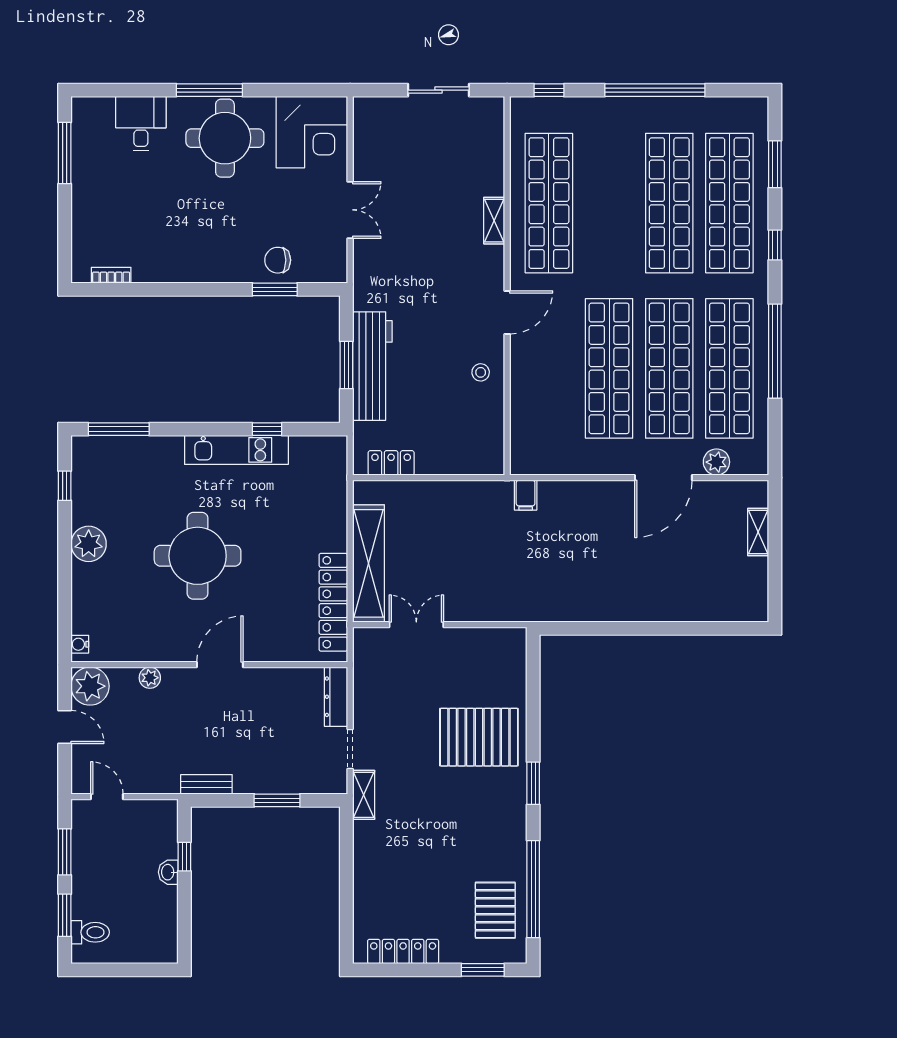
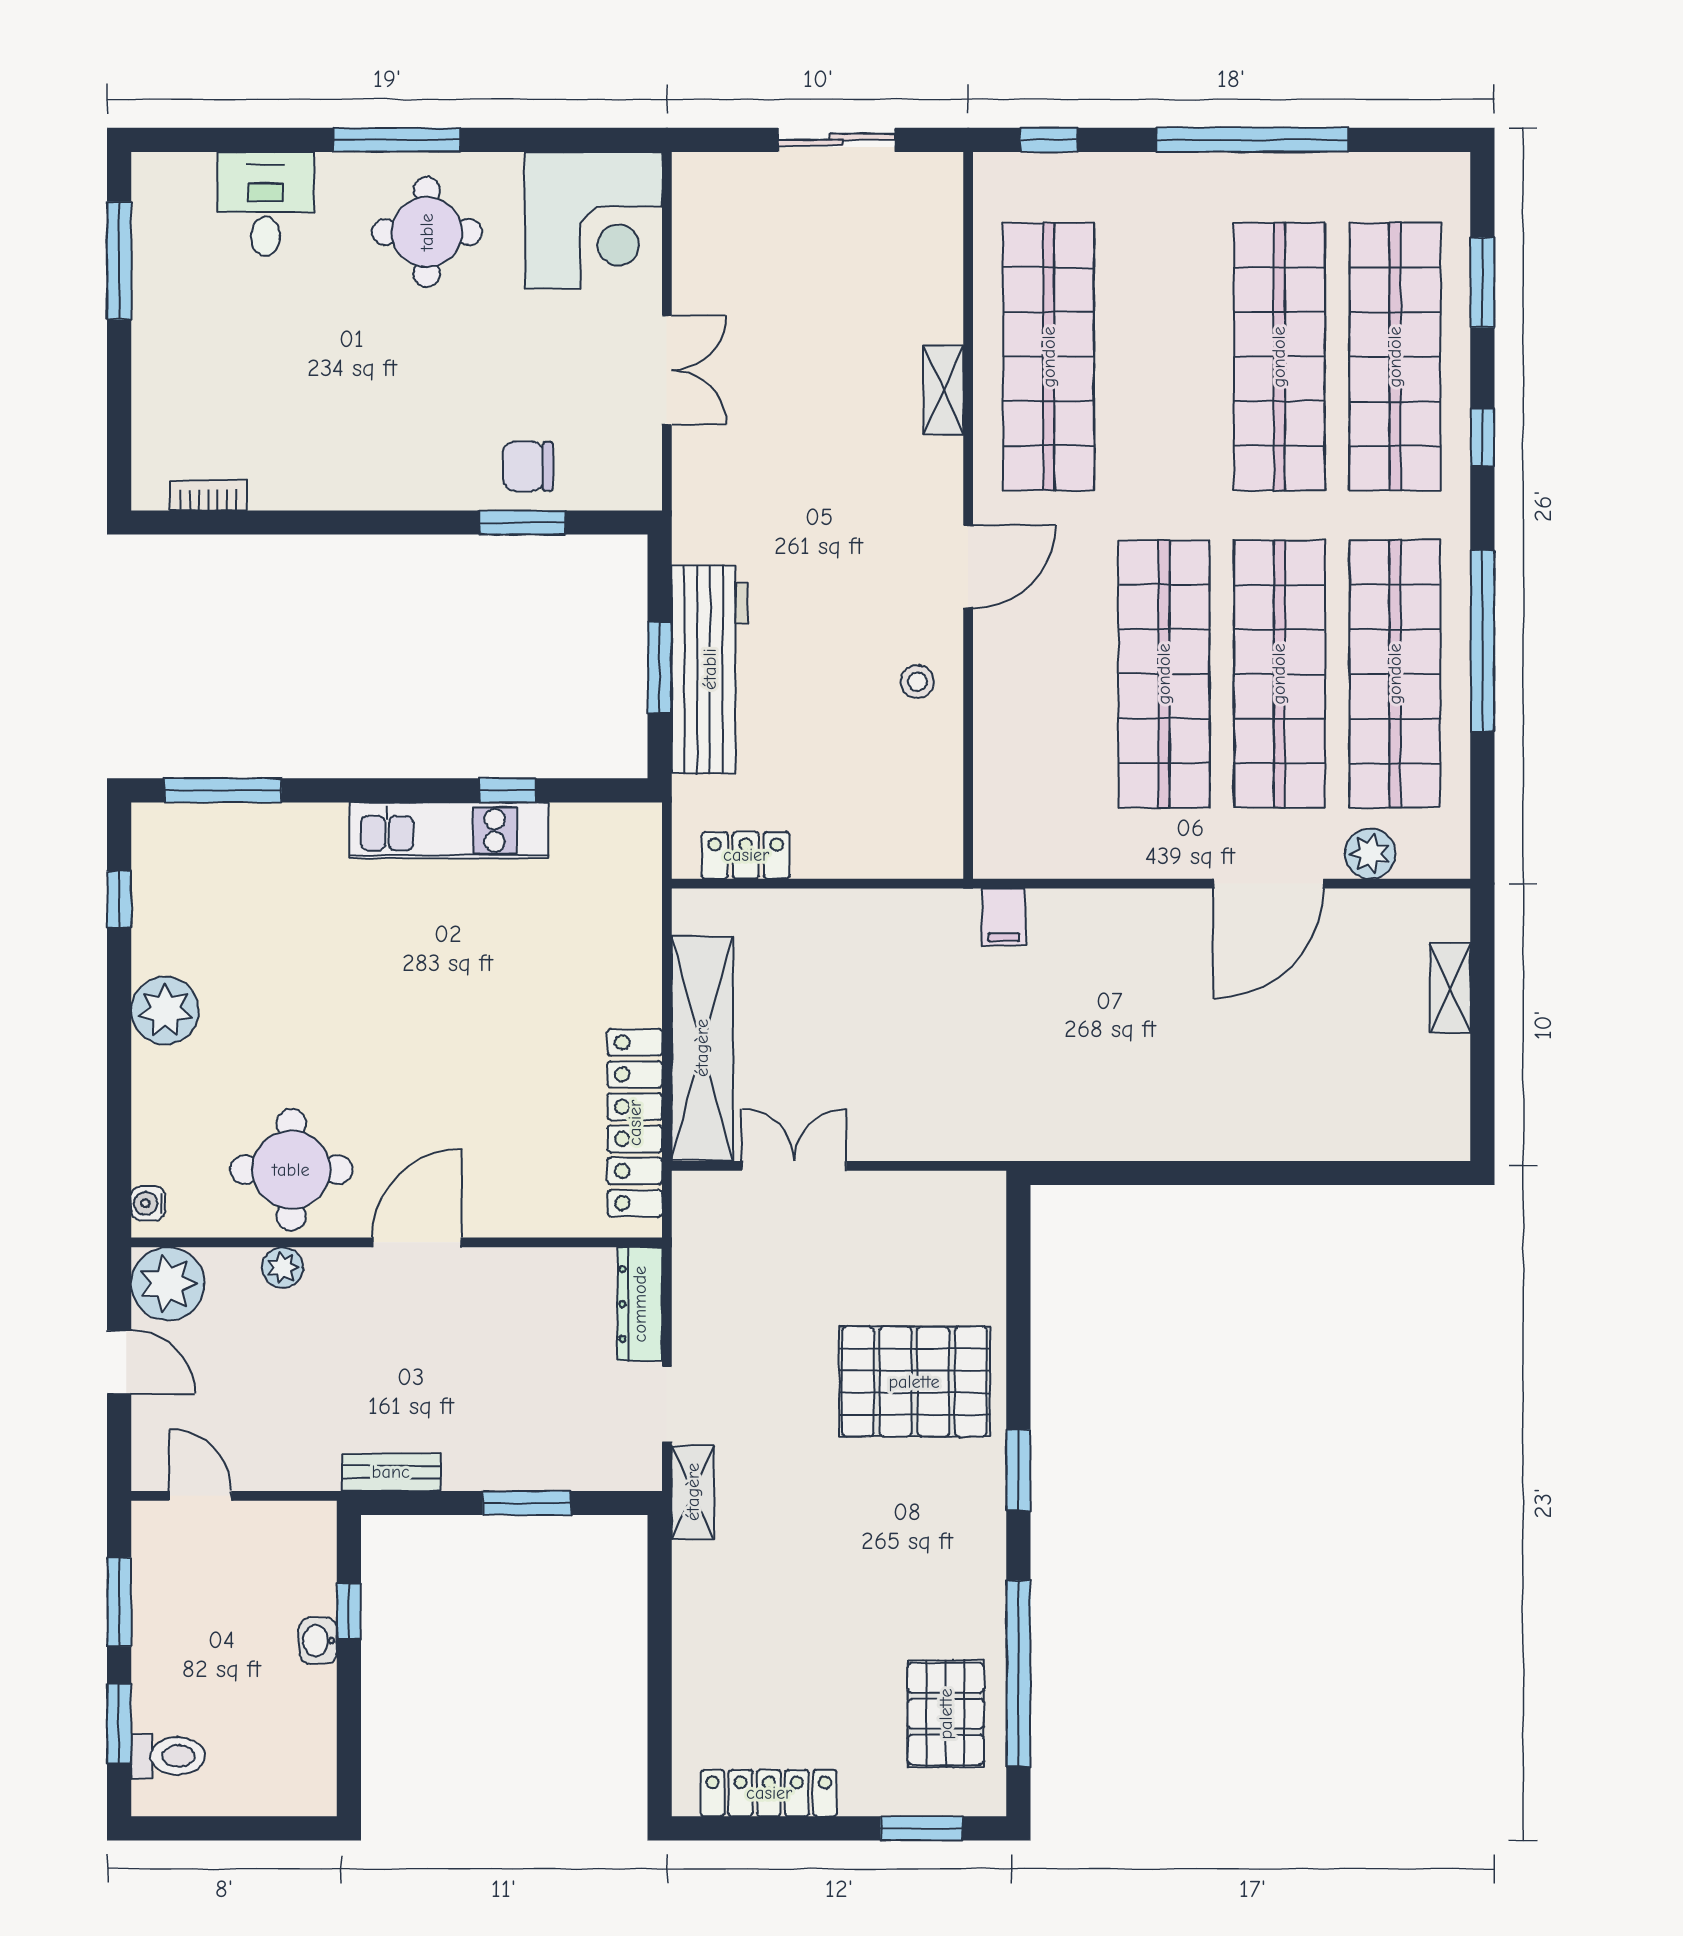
round table: (225, 138) -> (427, 232), width x0.73, depth x0.73
round table: (198, 556) -> (291, 1170), moved, width x0.73, depth x0.73

